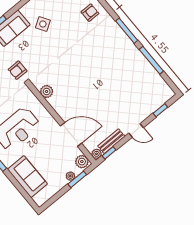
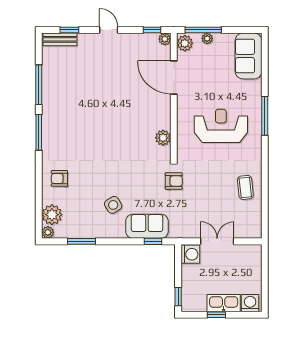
bench: (111, 141) -> (60, 39), moved
sofa: (27, 177) -> (248, 56), moved
window: (77, 179) -> (203, 30), width x1.44

